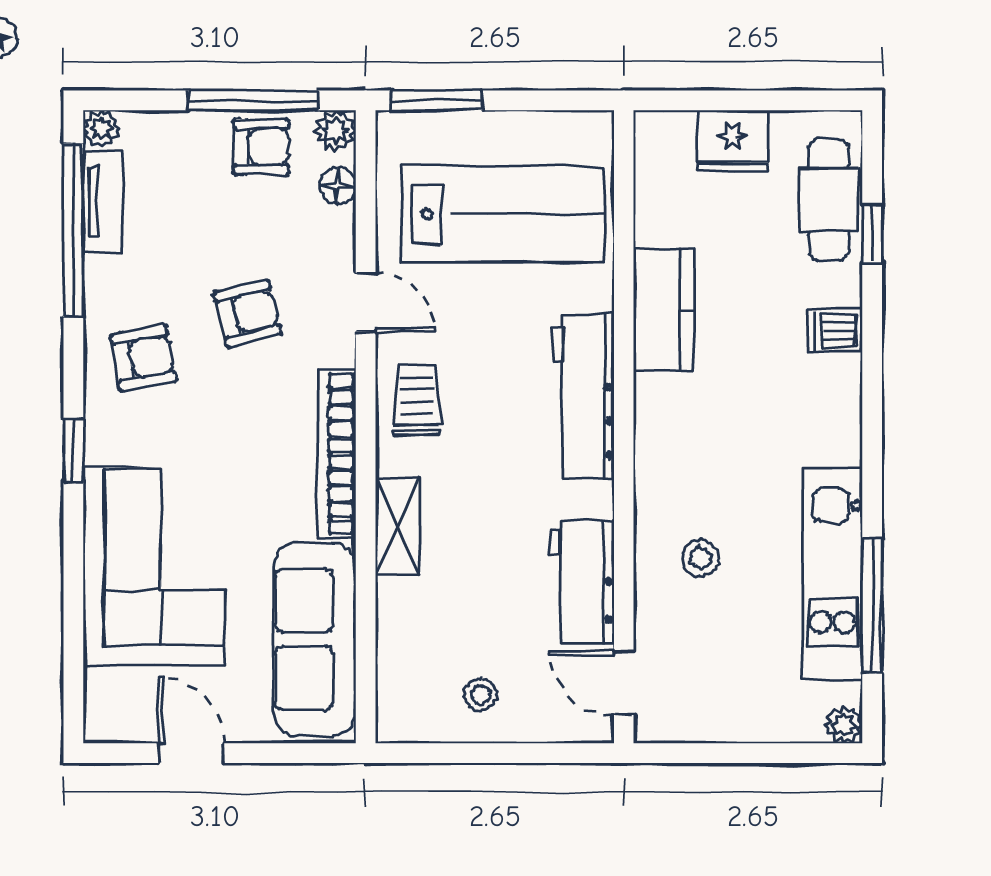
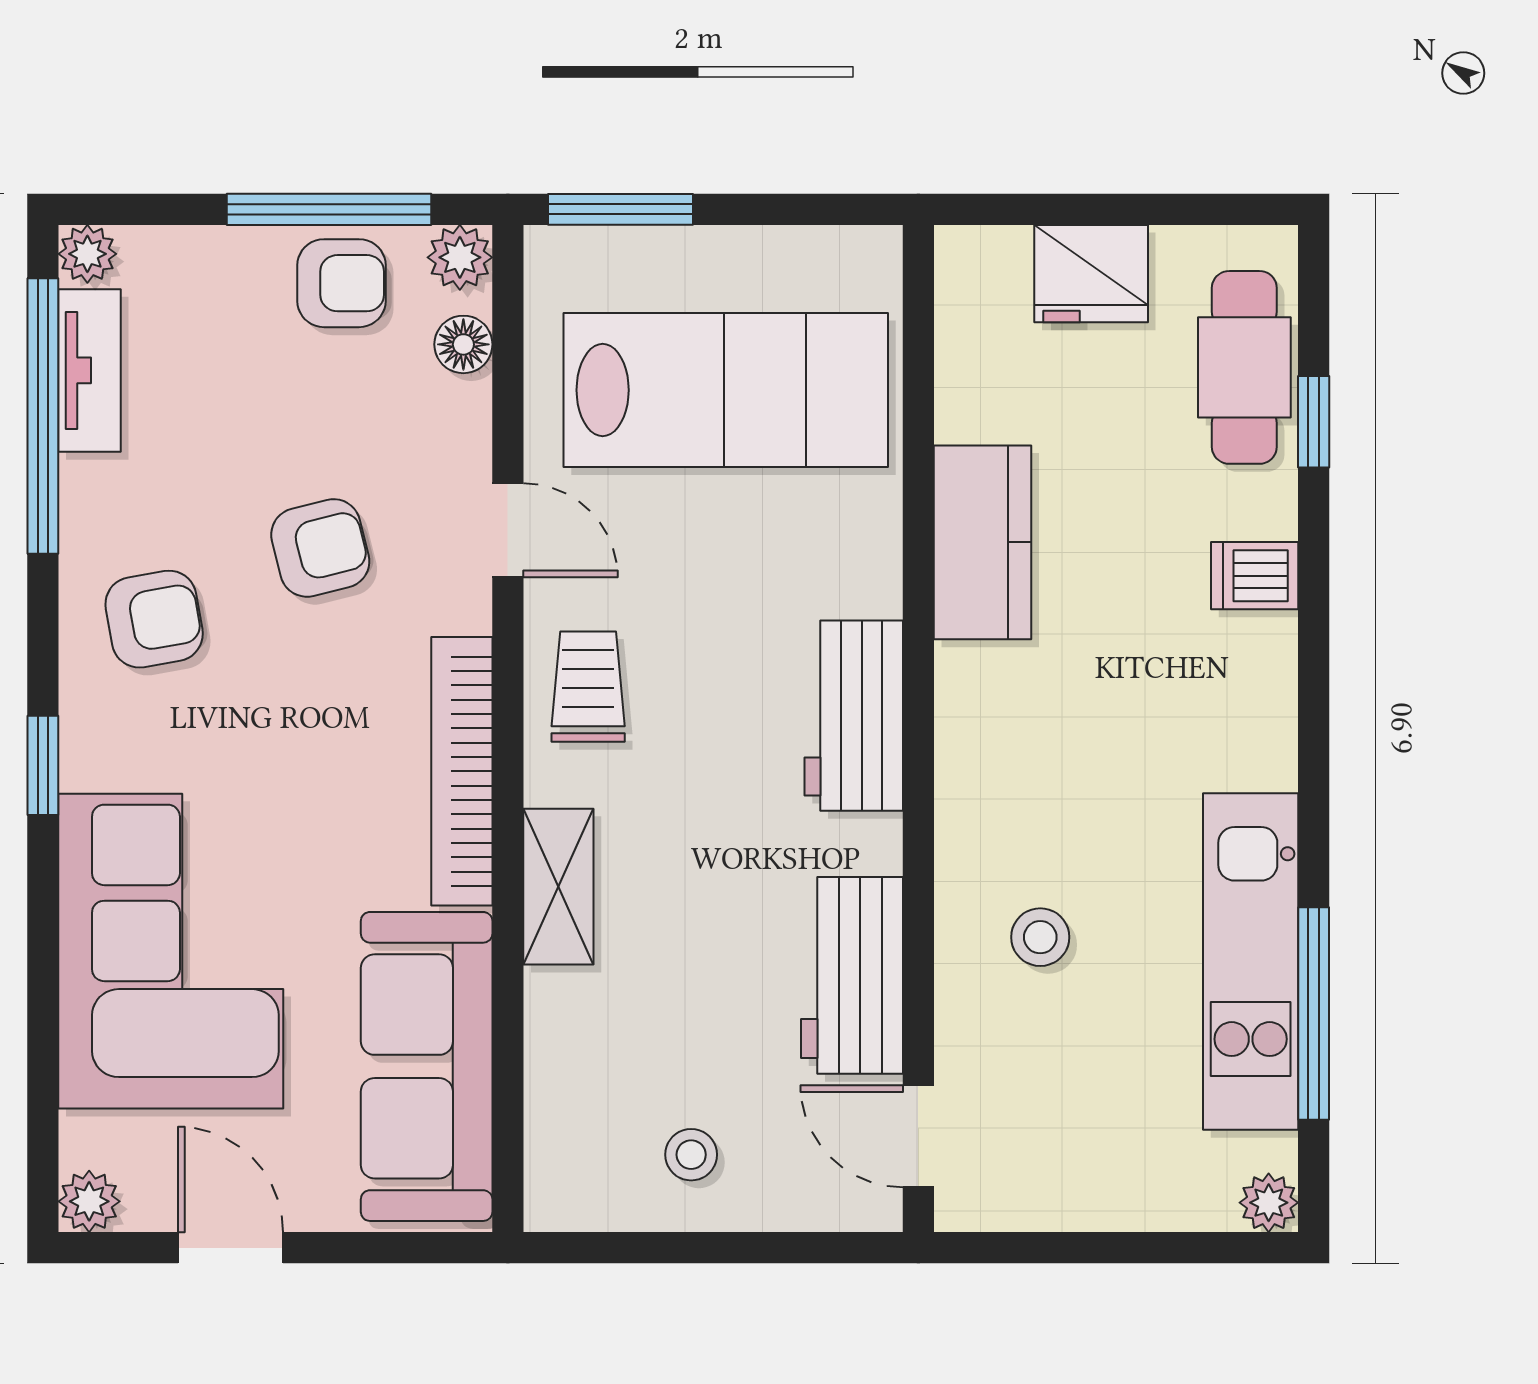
workbench: (583, 396) -> (854, 716), width x0.73
plant: (102, 724) -> (89, 1201), added

